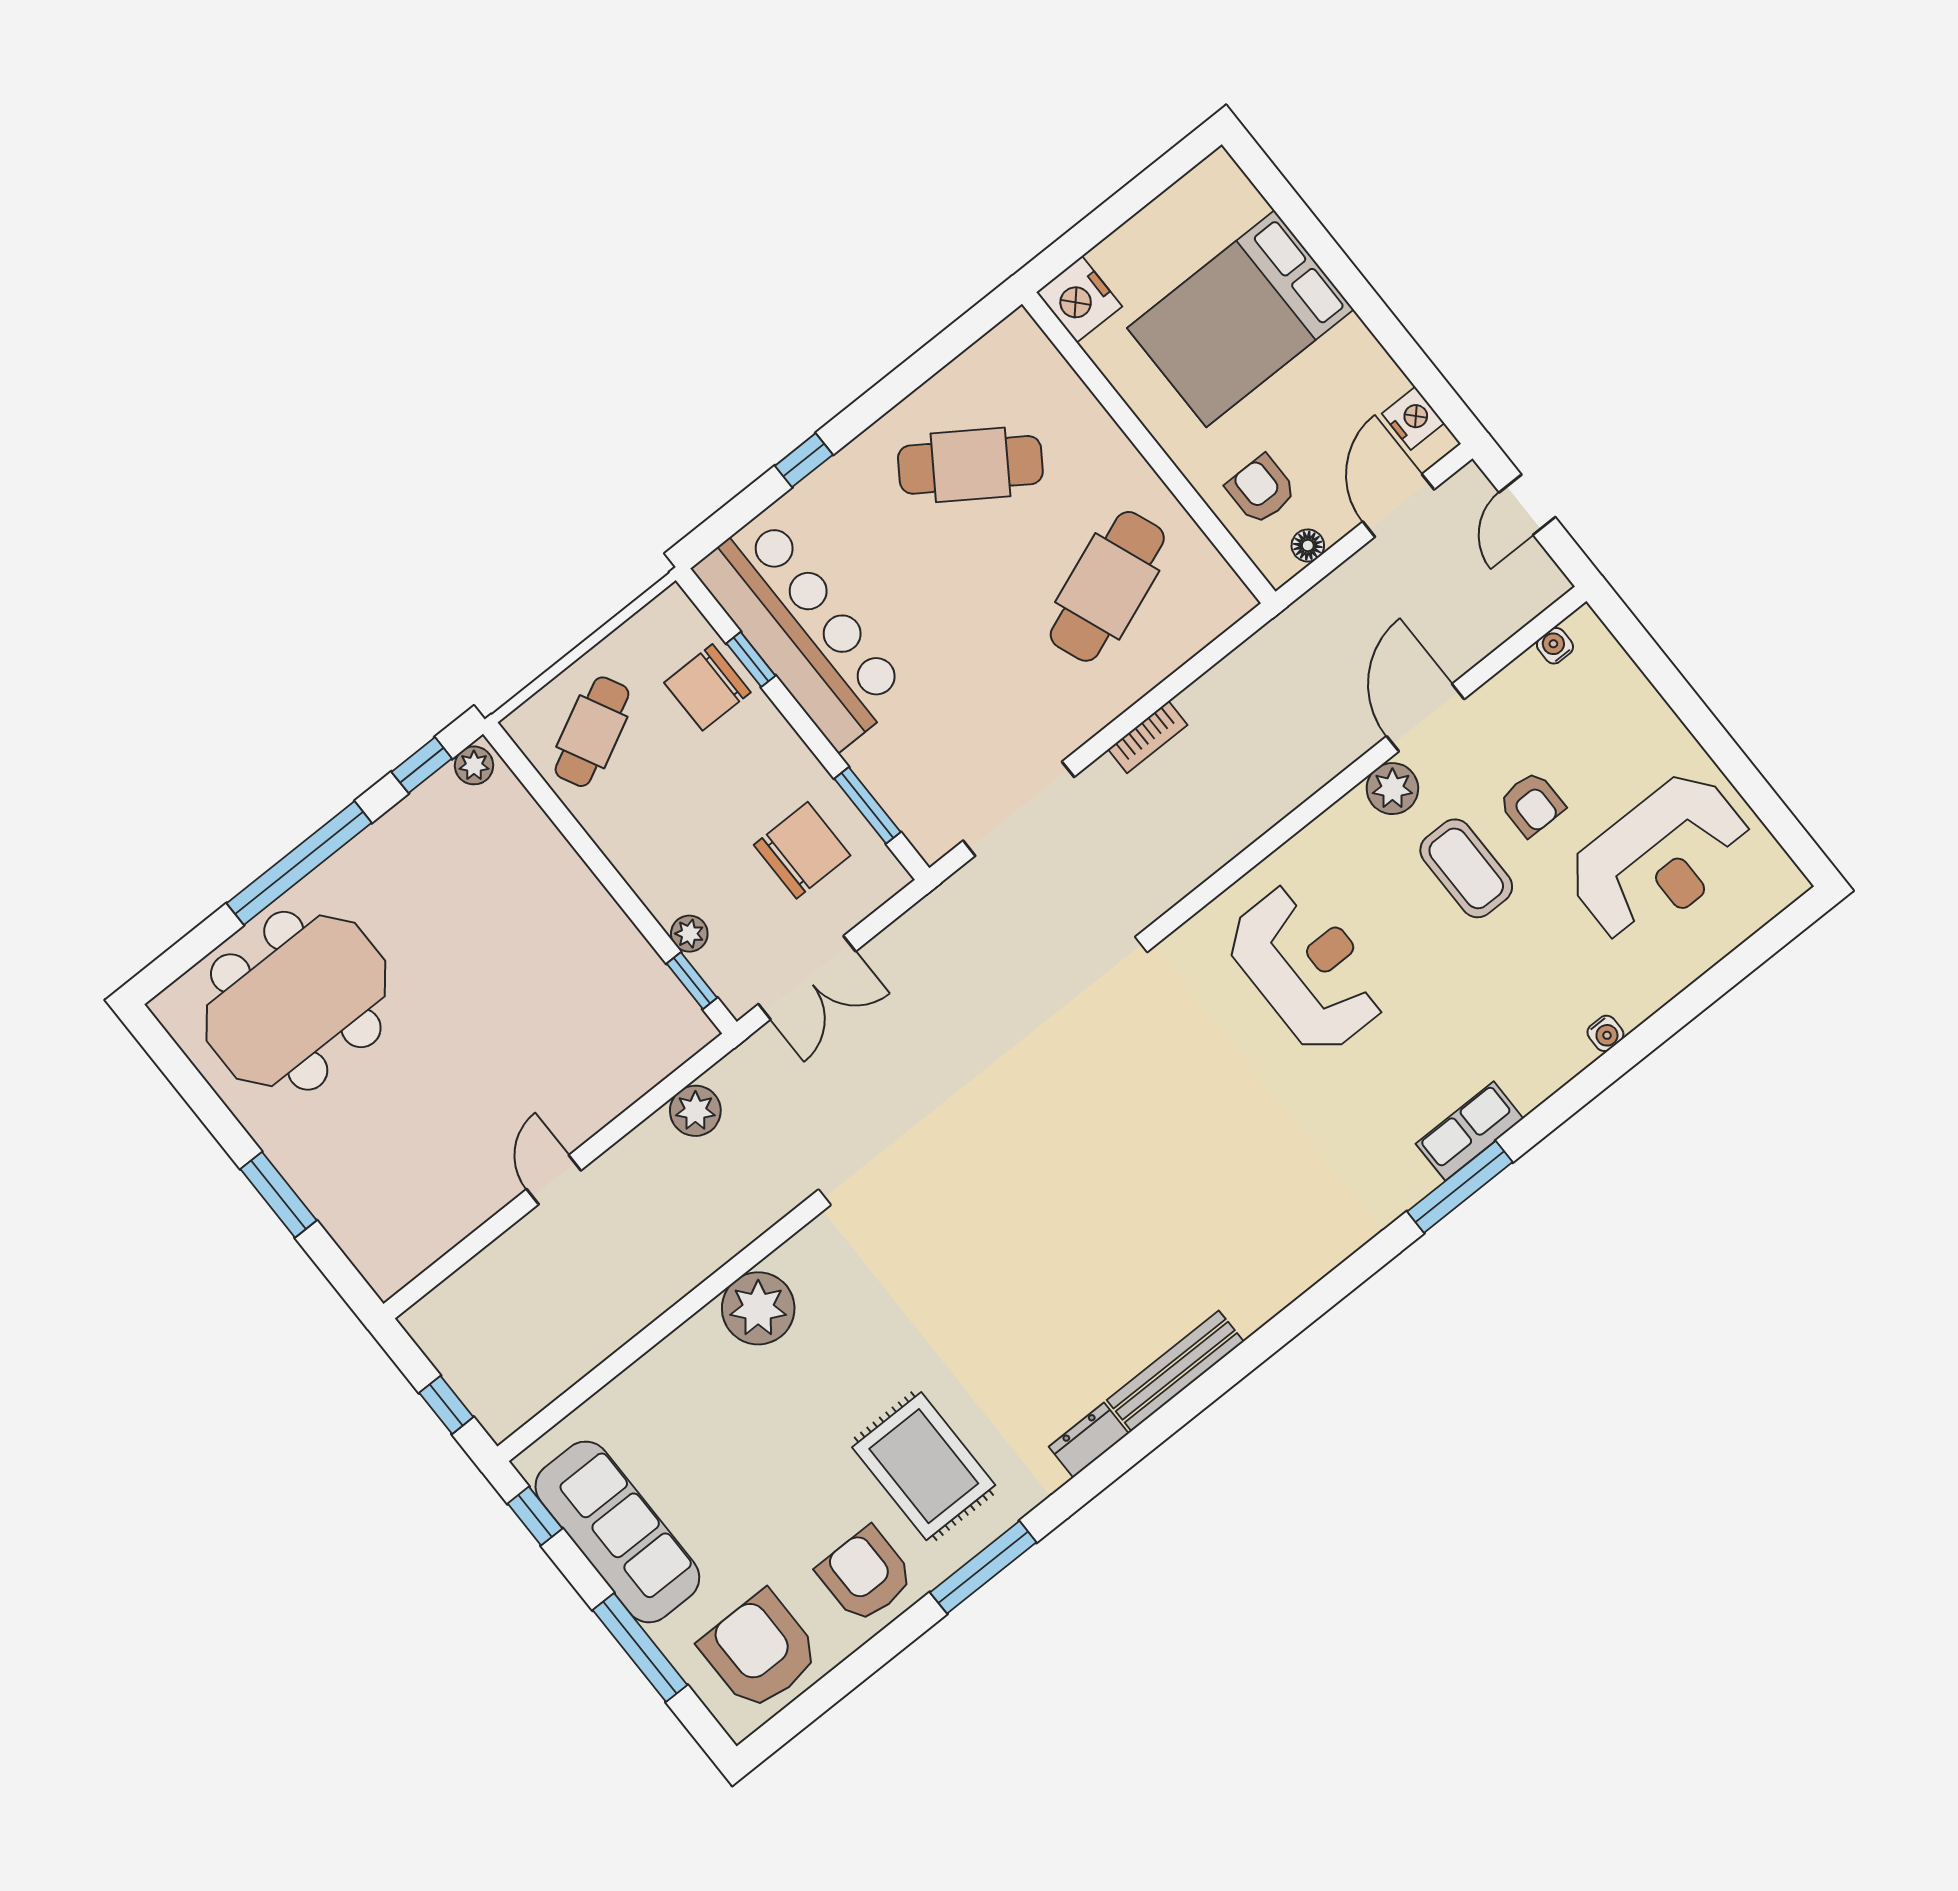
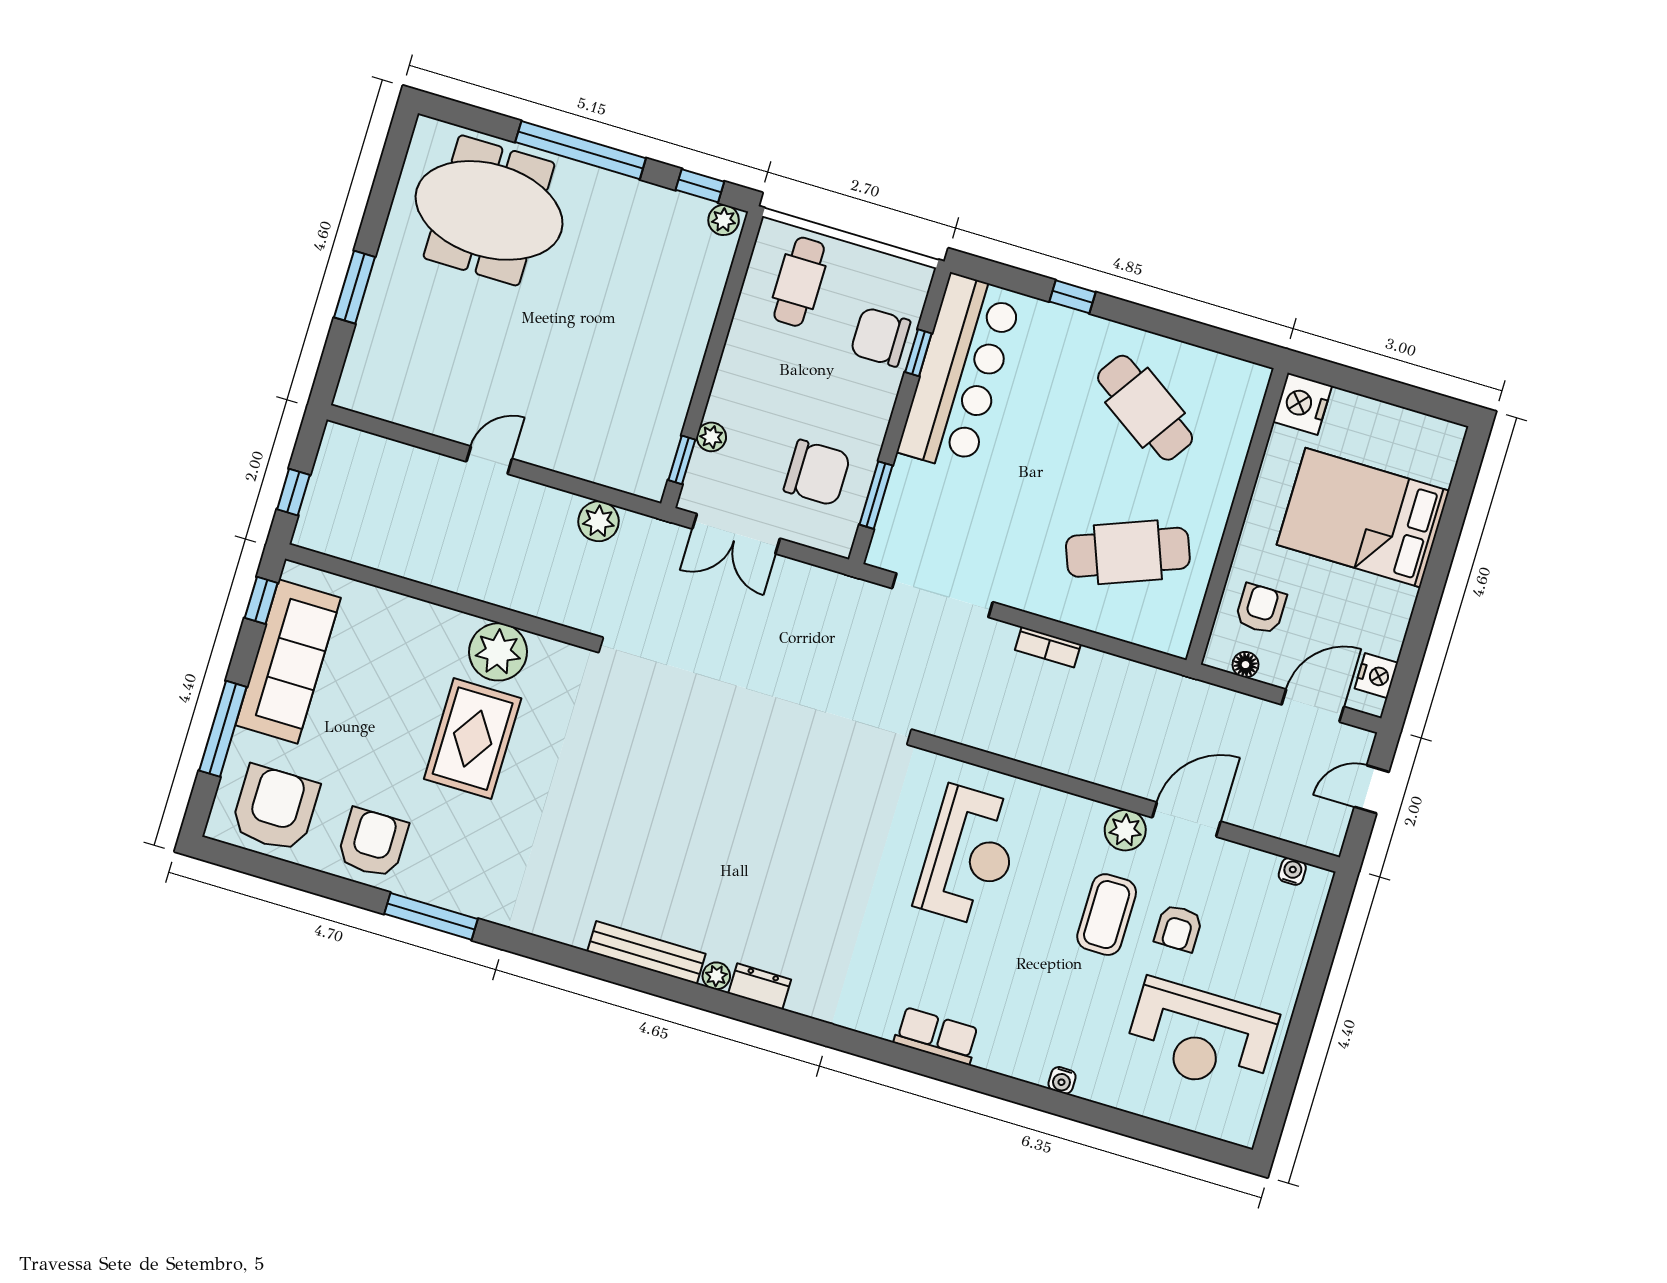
cafe table: (592, 732) -> (799, 282), turned -63
window: (1460, 1187) -> (896, 1055), removed
plant: (1249, 1315) -> (716, 976), added
dresser: (1089, 1440) -> (760, 986), moved
rug: (924, 1466) -> (473, 739), moved

